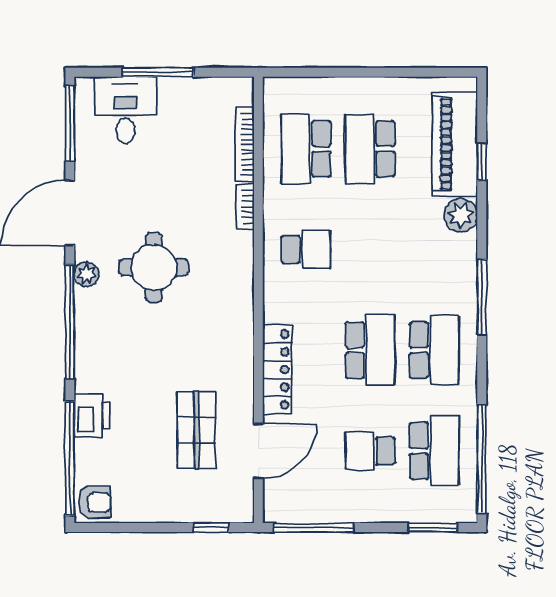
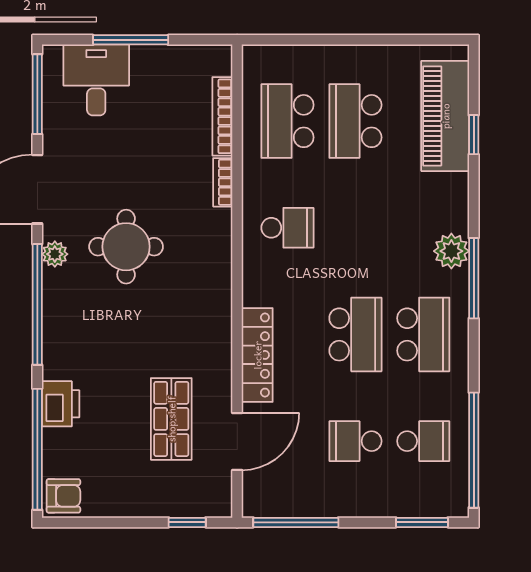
plant: (461, 215) -> (451, 251), moved
school desk: (434, 451) -> (423, 441), width x0.54

